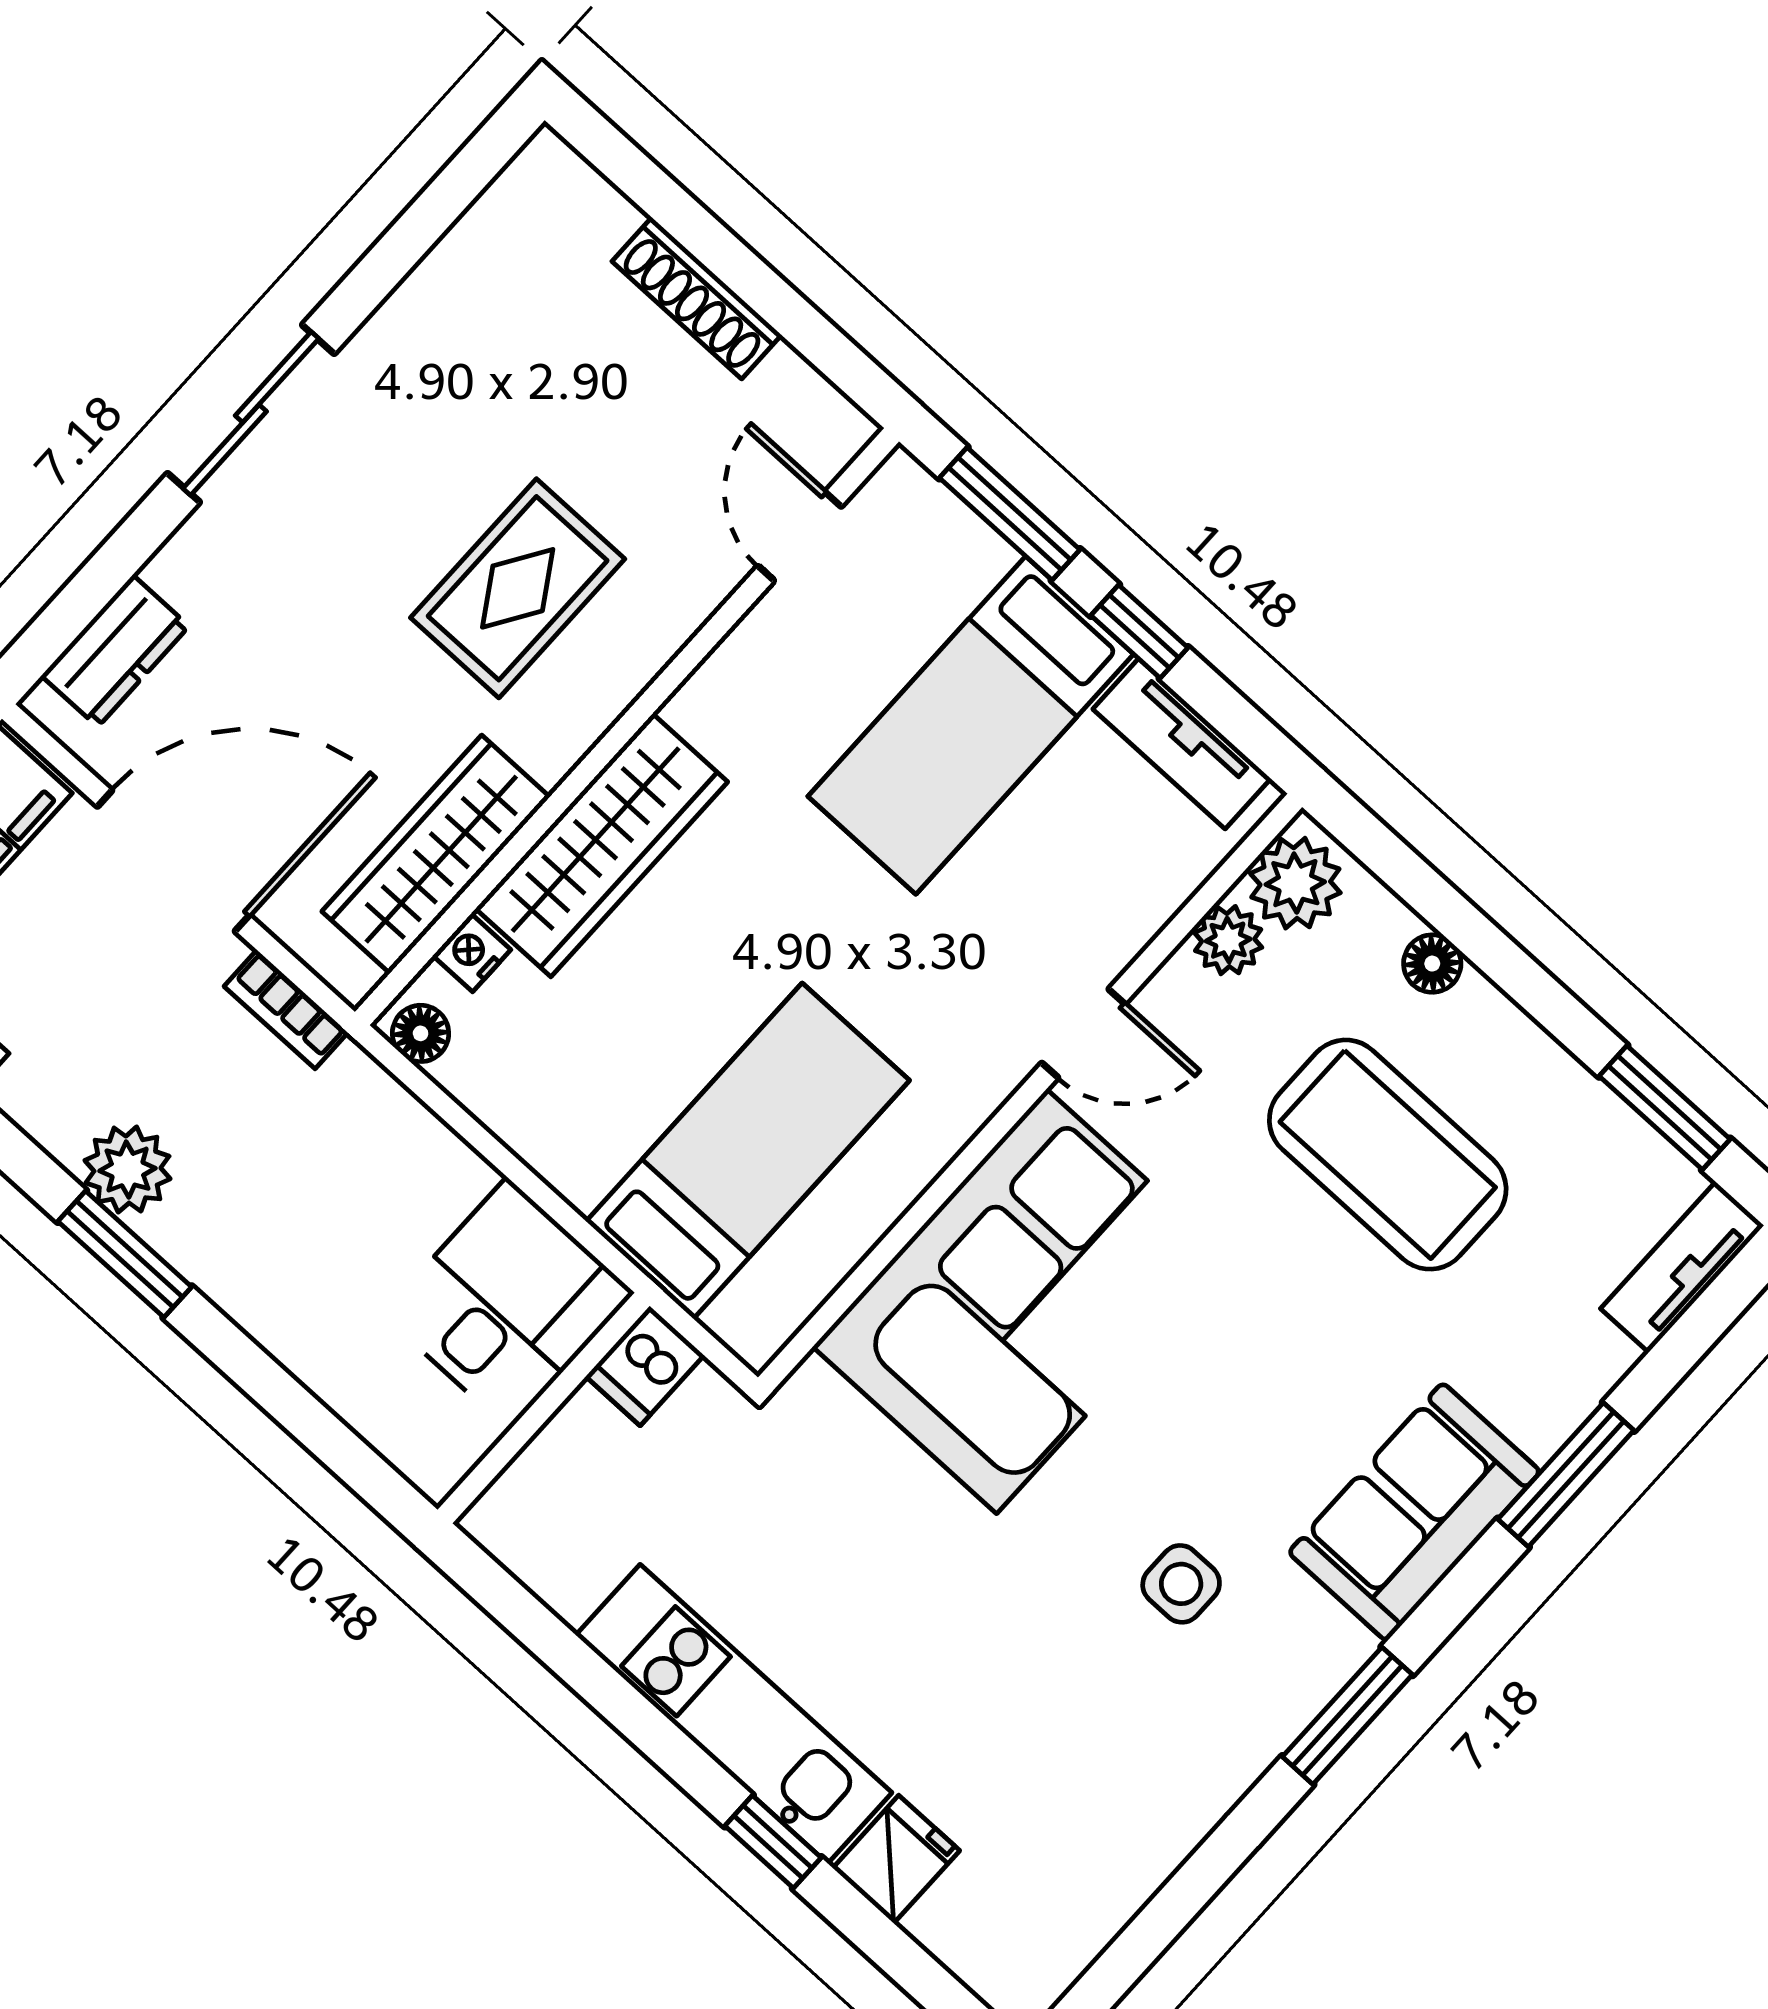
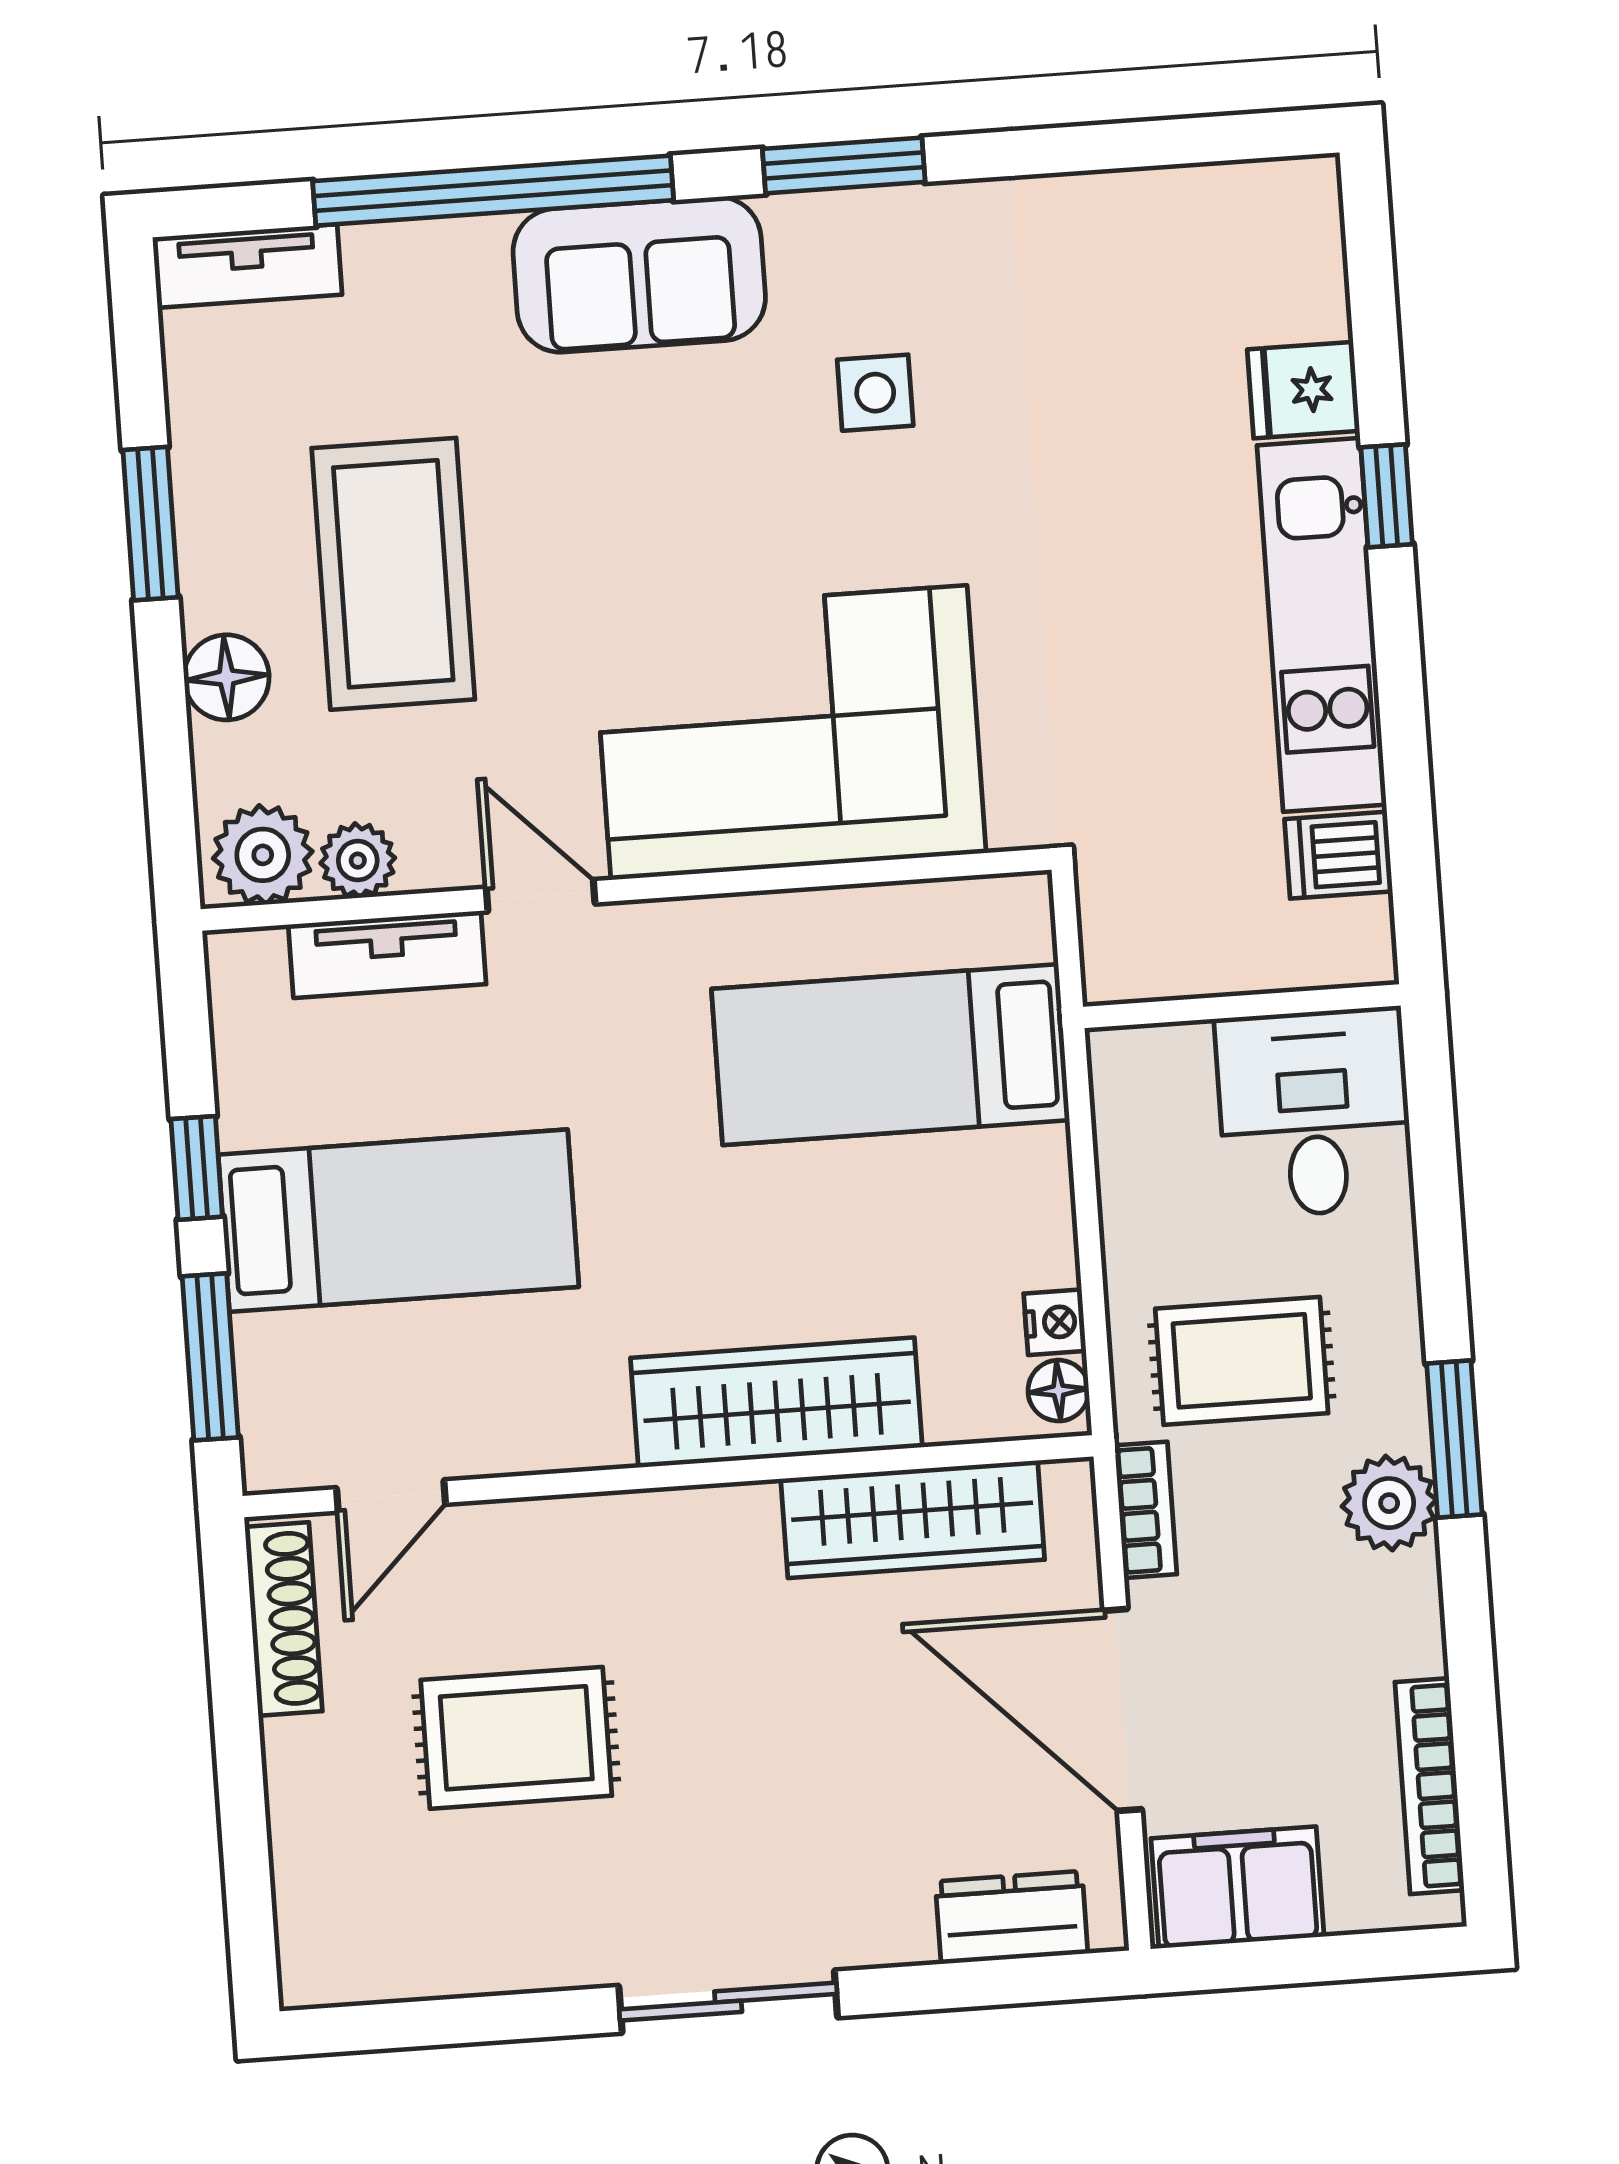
shoe rack: (697, 298) -> (284, 1619), moved
rug: (518, 588) -> (516, 1738), moved
tv unit: (1182, 744) -> (387, 954), moved, turned 90
nightstand: (472, 953) -> (1055, 1322), moved, turned -90
floor lamp: (1432, 964) -> (227, 677), width x1.37, depth x1.37
window: (1665, 1108) -> (150, 524), moved
rug: (317, 1170) -> (1242, 1361), added
desk: (508, 1303) -> (1314, 1113), moved, turned 90
dishwasher: (645, 1366) -> (1339, 855), moved, turned 180
window: (1566, 1475) -> (493, 191), width x2.11

